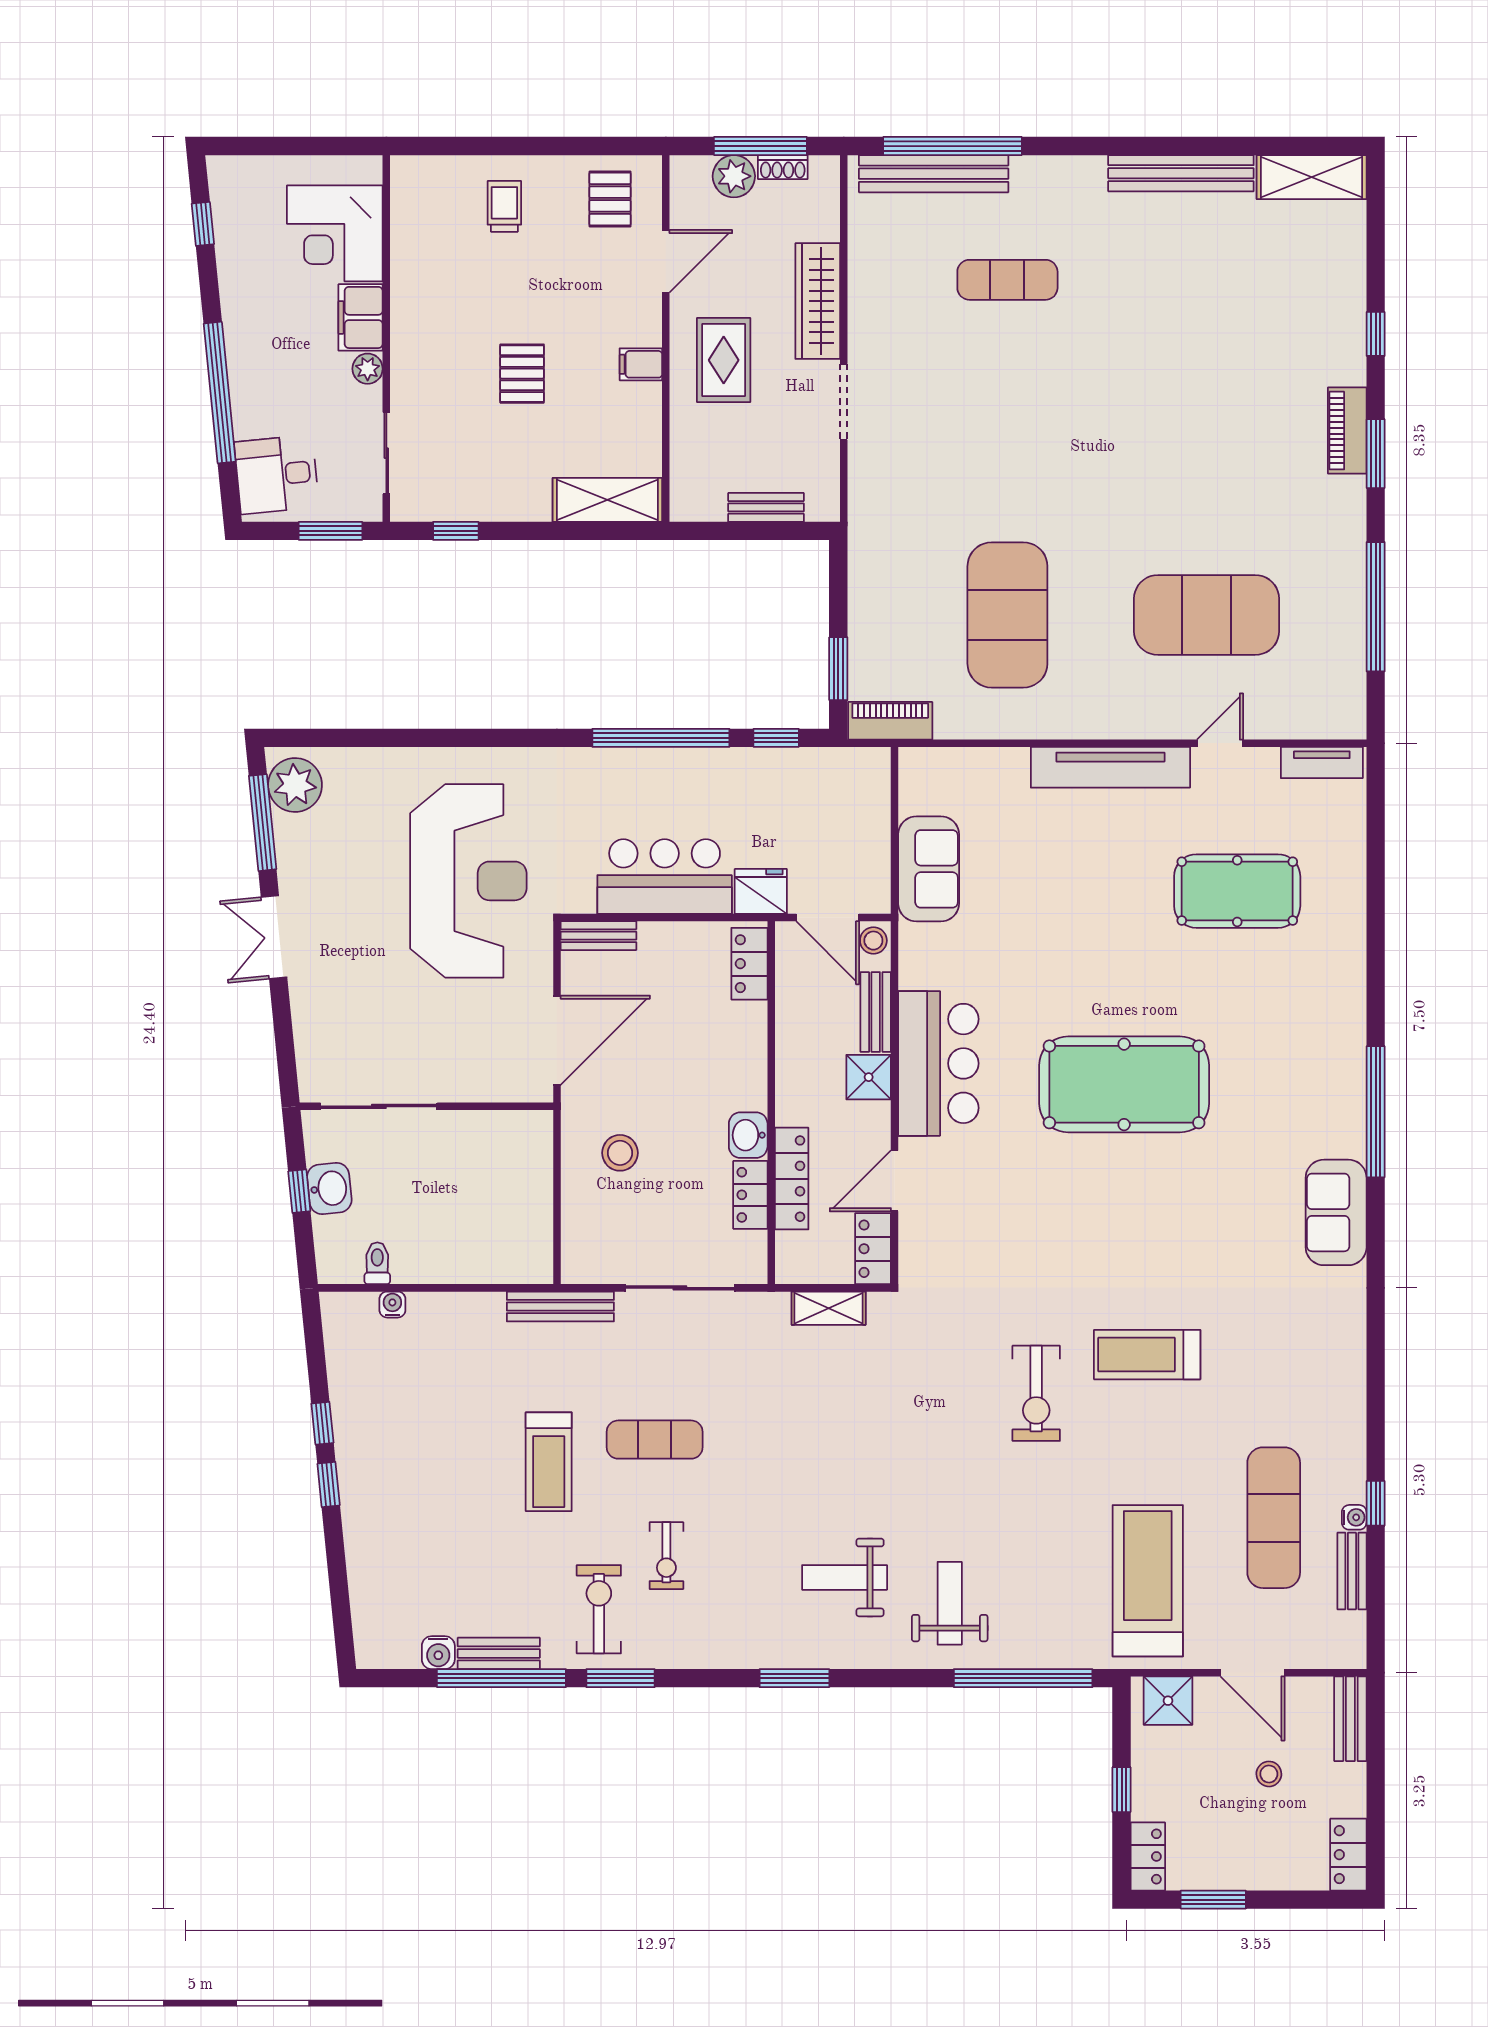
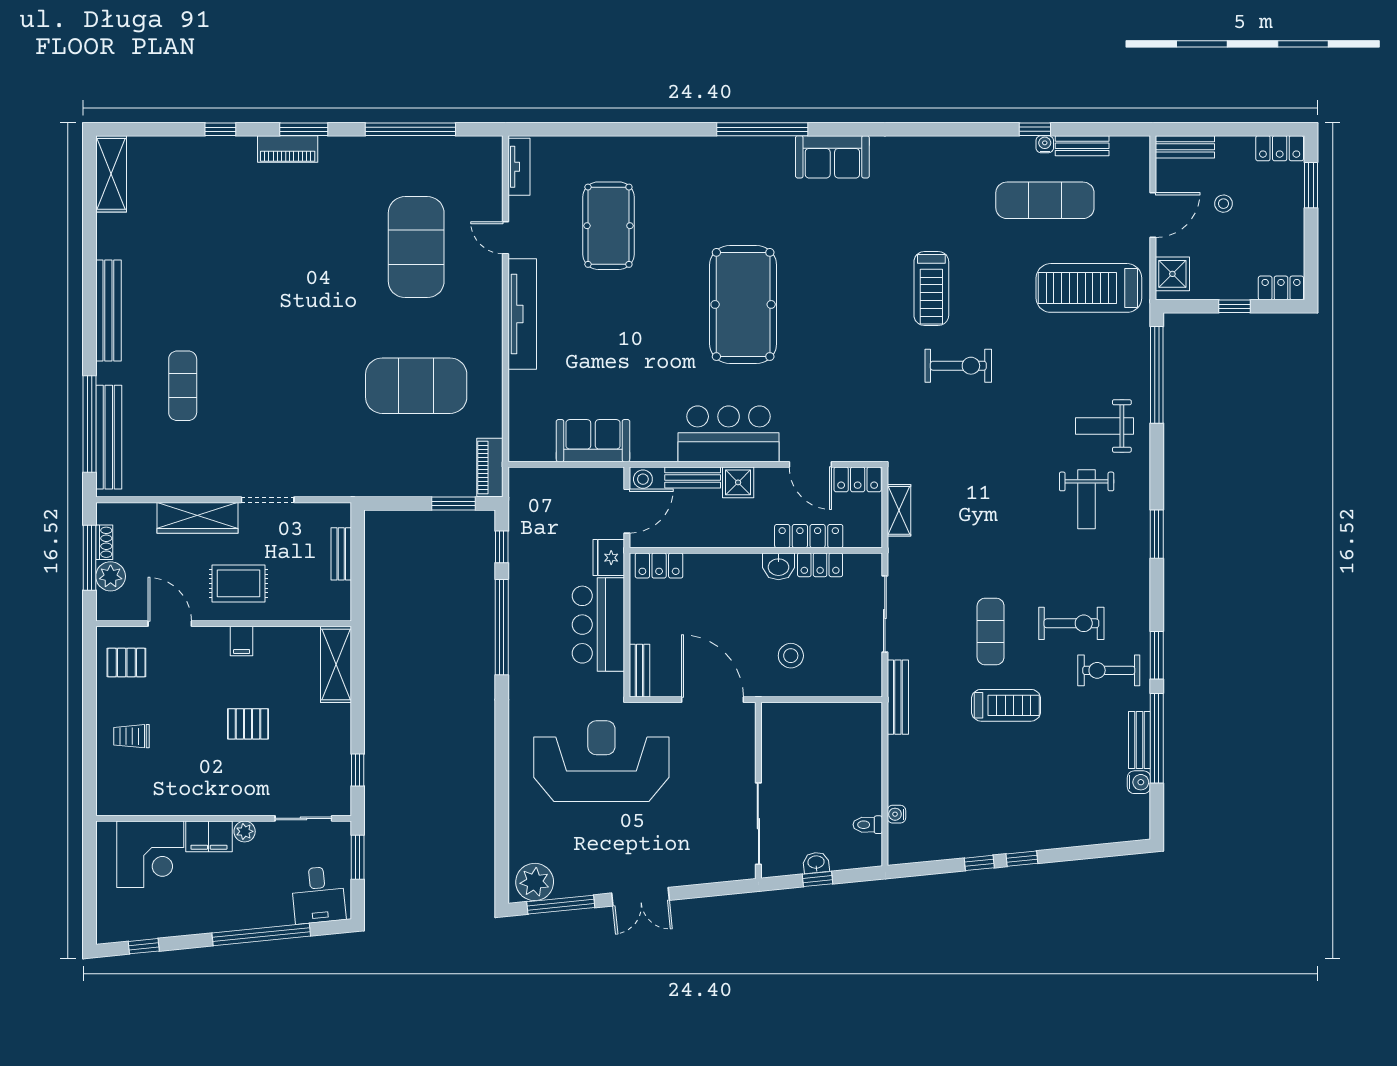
bench: (1181, 173) -> (108, 310), moved
washbasin: (329, 1188) -> (816, 863), width x0.72, depth x0.69
exercise bike: (666, 1556) -> (1071, 623), width x1.38, depth x1.39
window: (1213, 1900) -> (1311, 185), moved

